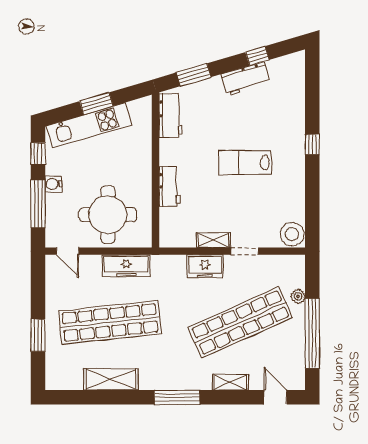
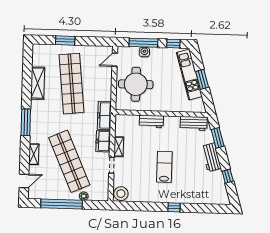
workbench: (246, 79) -> (211, 157), moved
water cooler: (53, 184) -> (144, 52), moved
freezer: (126, 266) -> (104, 116), moved

